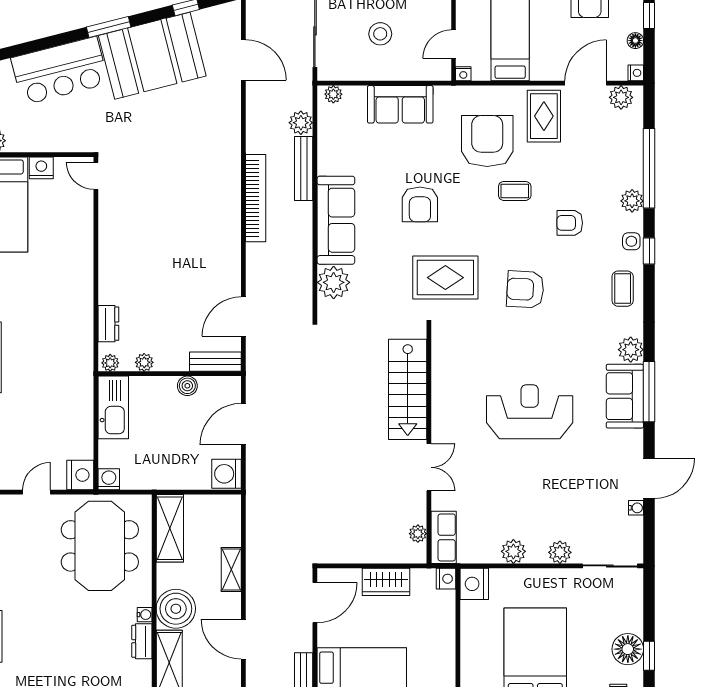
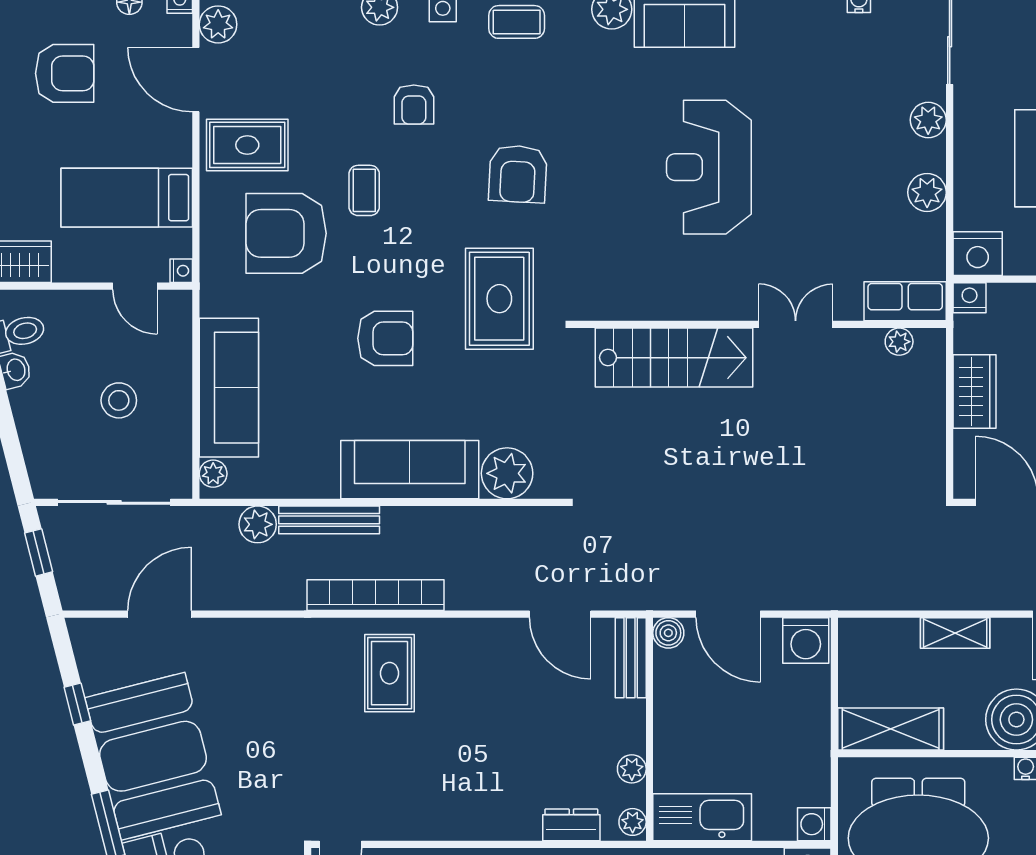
sofa: (400, 104) -> (229, 388), width x1.36
rug: (206, 207) -> (390, 673), added
boiler: (187, 386) -> (668, 633), moved

